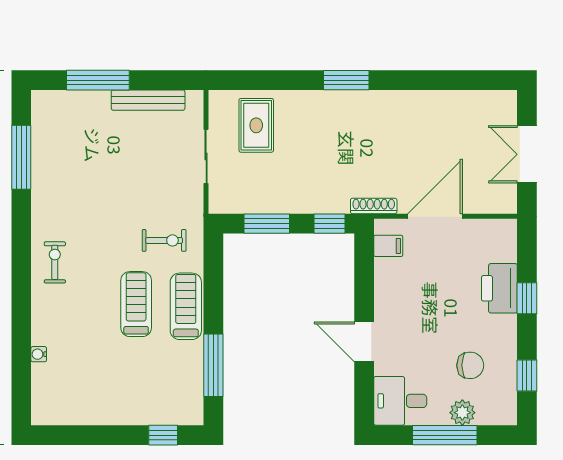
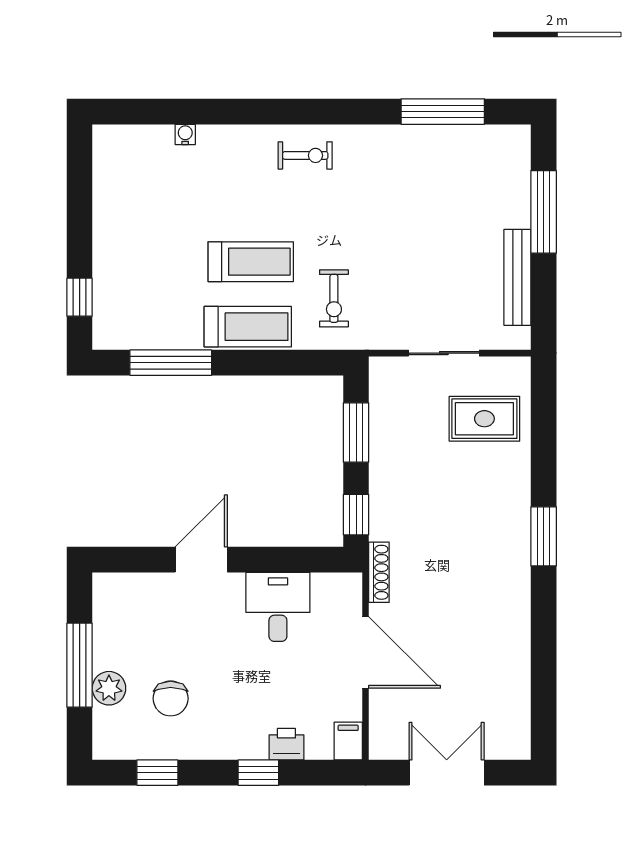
filing cabinet: (388, 246) -> (348, 741), moved, turned 180
printer: (499, 288) -> (286, 744), width x0.53, depth x0.68
desk: (400, 401) -> (278, 607), moved

